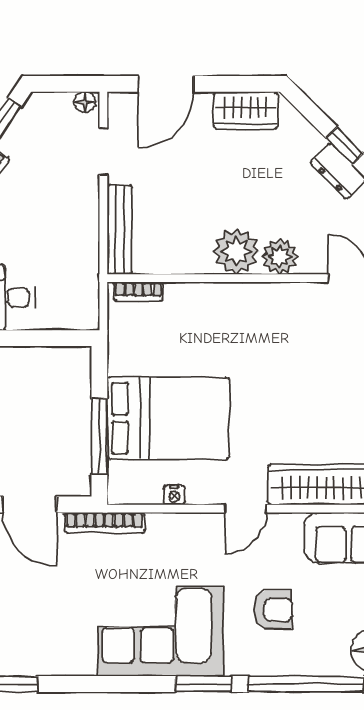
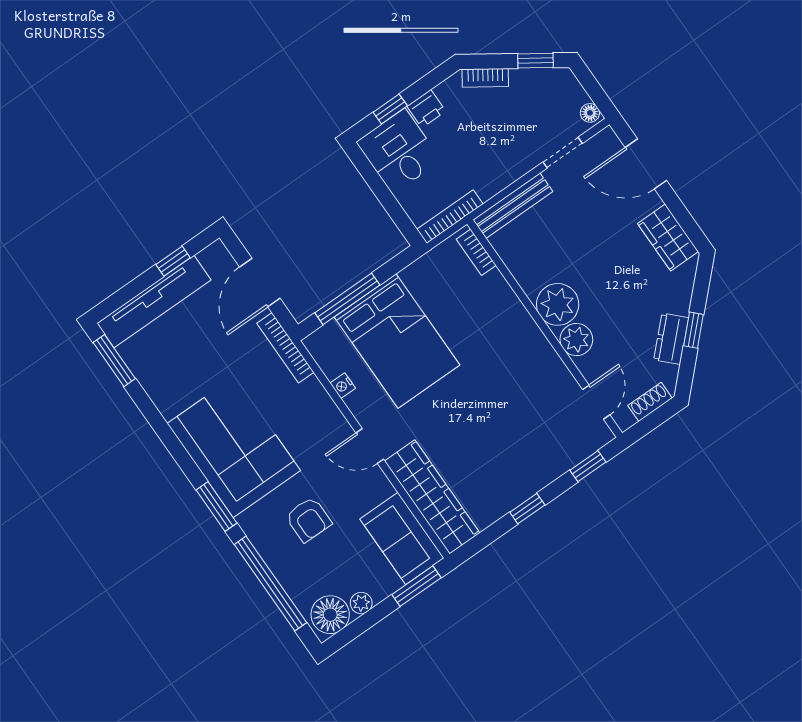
bookcase: (90, 293) -> (450, 217), added

